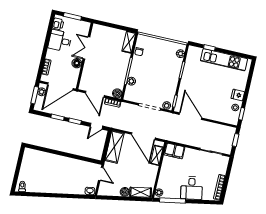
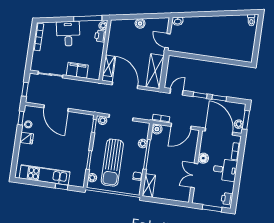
desk: (60, 41) -> (225, 170), moved
double door: (86, 48) -> (194, 175), swing flipped
sun lounger: (161, 66) -> (112, 163), added
door: (60, 86) -> (219, 132), hinge flipped
door: (95, 94) -> (181, 126), swing flipped
door: (190, 116) -> (56, 108), moved
filing cabinet: (174, 151) -> (77, 70), moved
printer: (162, 183) -> (100, 36), added
shelving: (141, 192) -> (123, 24), removed

